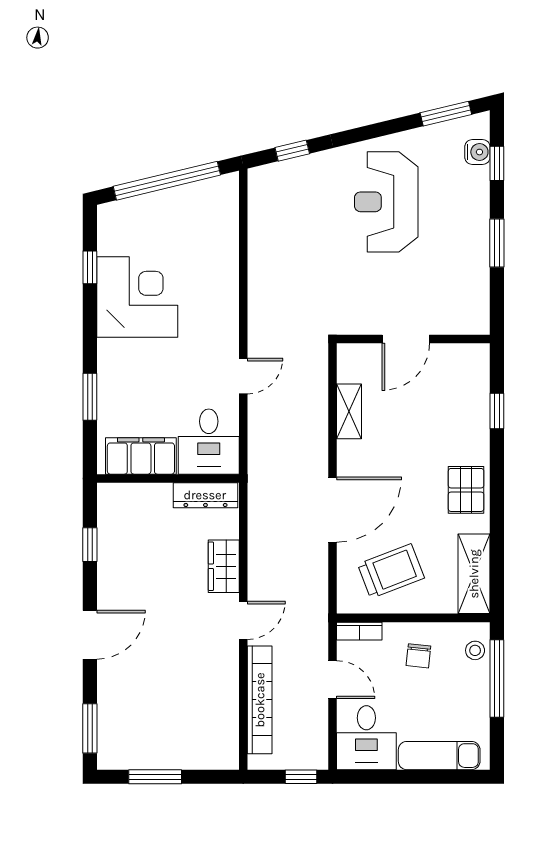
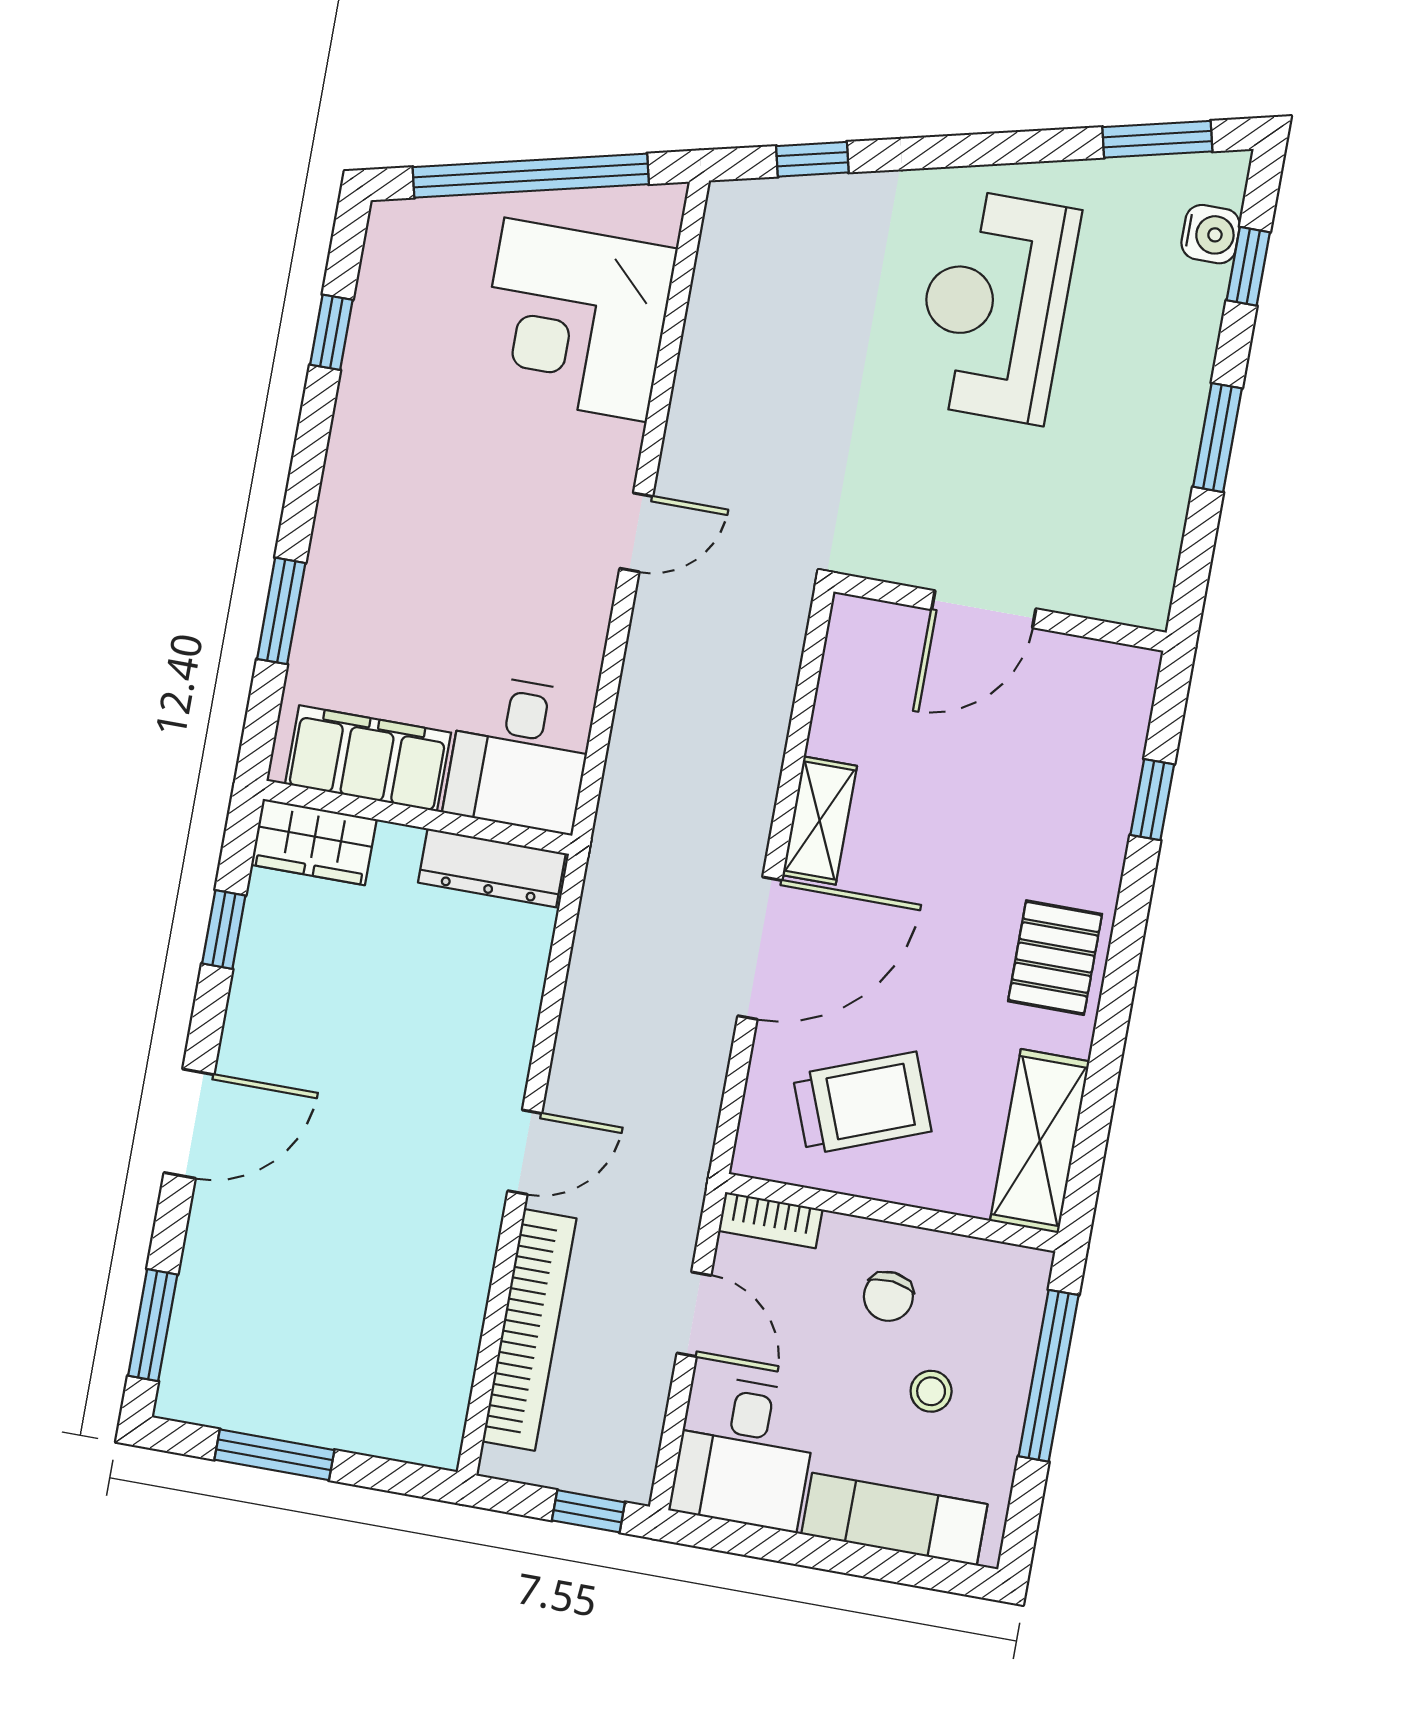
corner desk: (137, 297) -> (576, 320), moved, turned 180
door: (243, 376) -> (636, 532), moved
shelving: (349, 411) -> (820, 821), moved
wardrobe: (224, 566) -> (314, 842), moved, turned -90
stool: (475, 650) -> (931, 1391), moved

